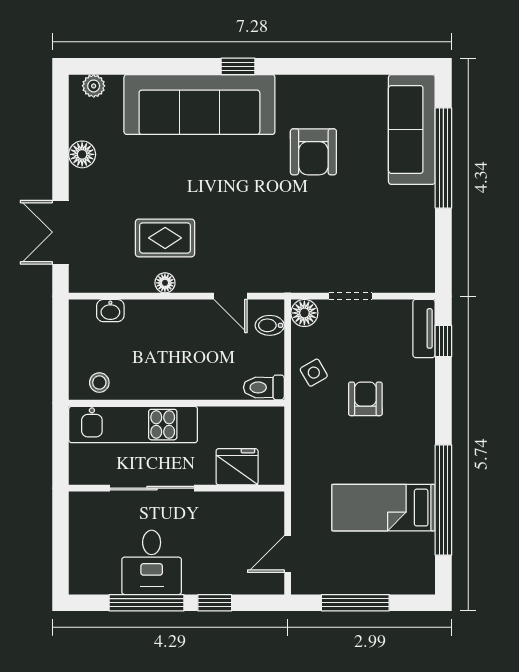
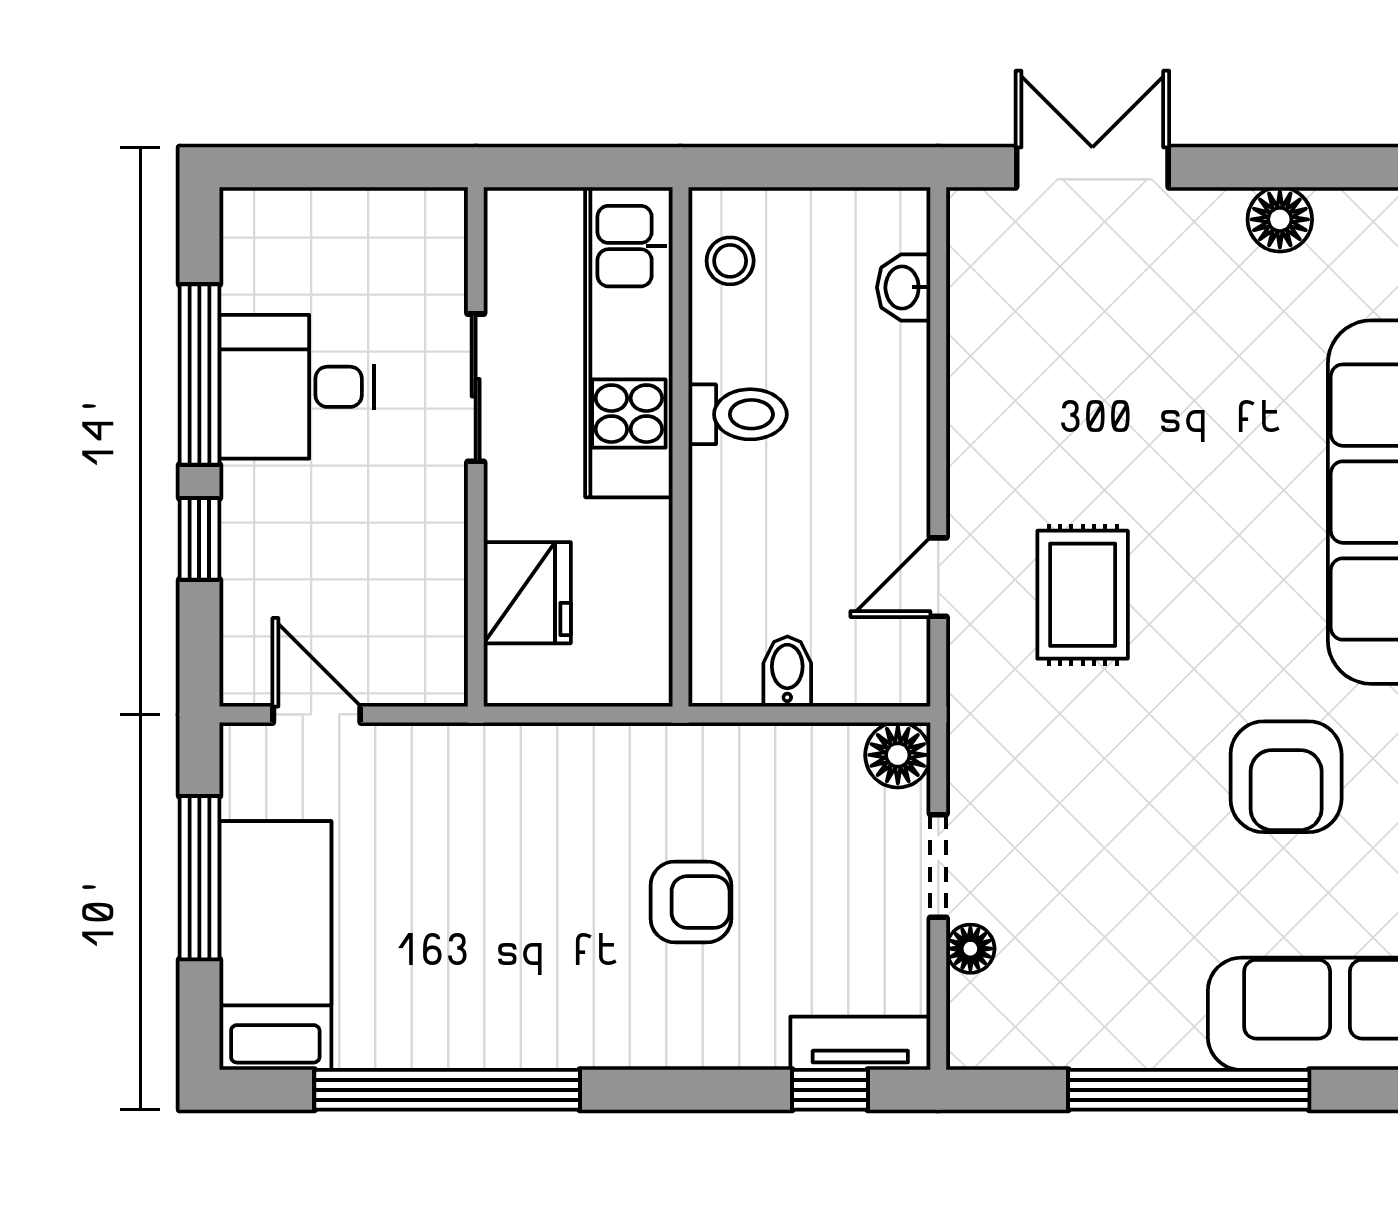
armchair: (313, 152) -> (1286, 777), turned -90
window: (443, 158) -> (1189, 1090), moved
rug: (165, 238) -> (1083, 595), moved
floor lamp: (165, 283) -> (970, 949), moved
bidet: (270, 325) -> (787, 671), moved
side table: (314, 373) -> (754, 778), removed
toilet: (264, 387) -> (738, 414), moved, turned 90
sliding door: (152, 488) -> (476, 388), width x0.73
bed: (383, 508) -> (275, 946), moved

